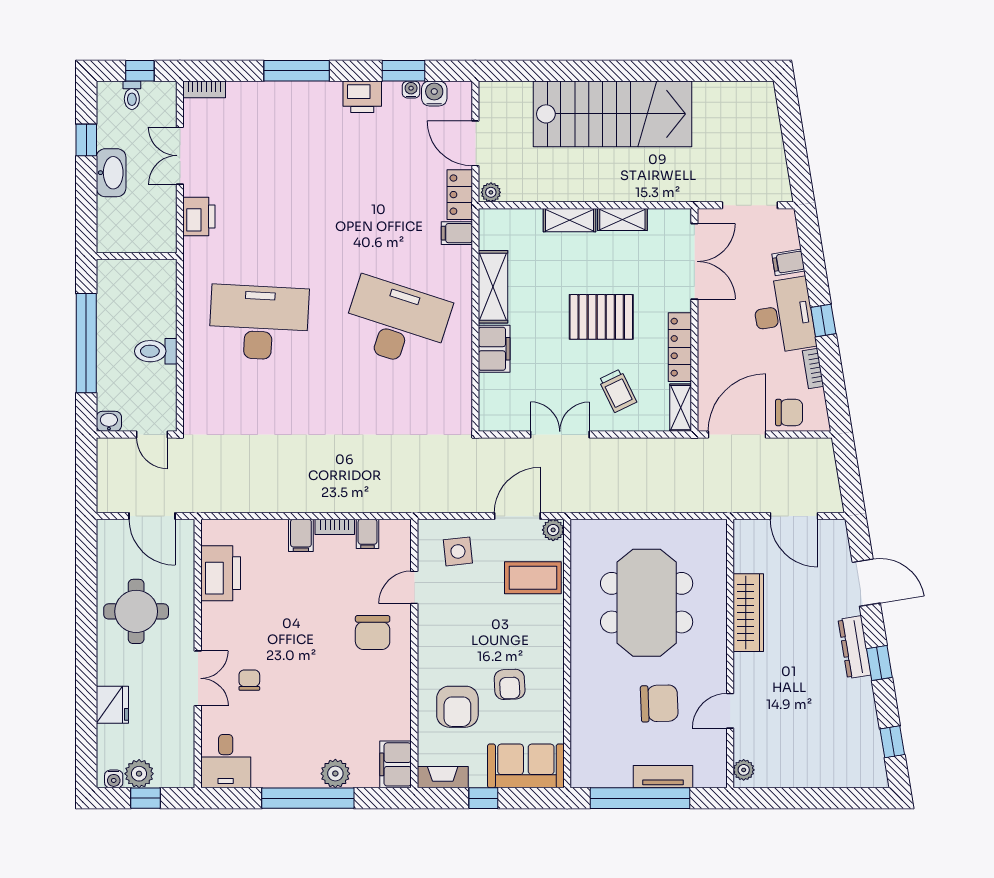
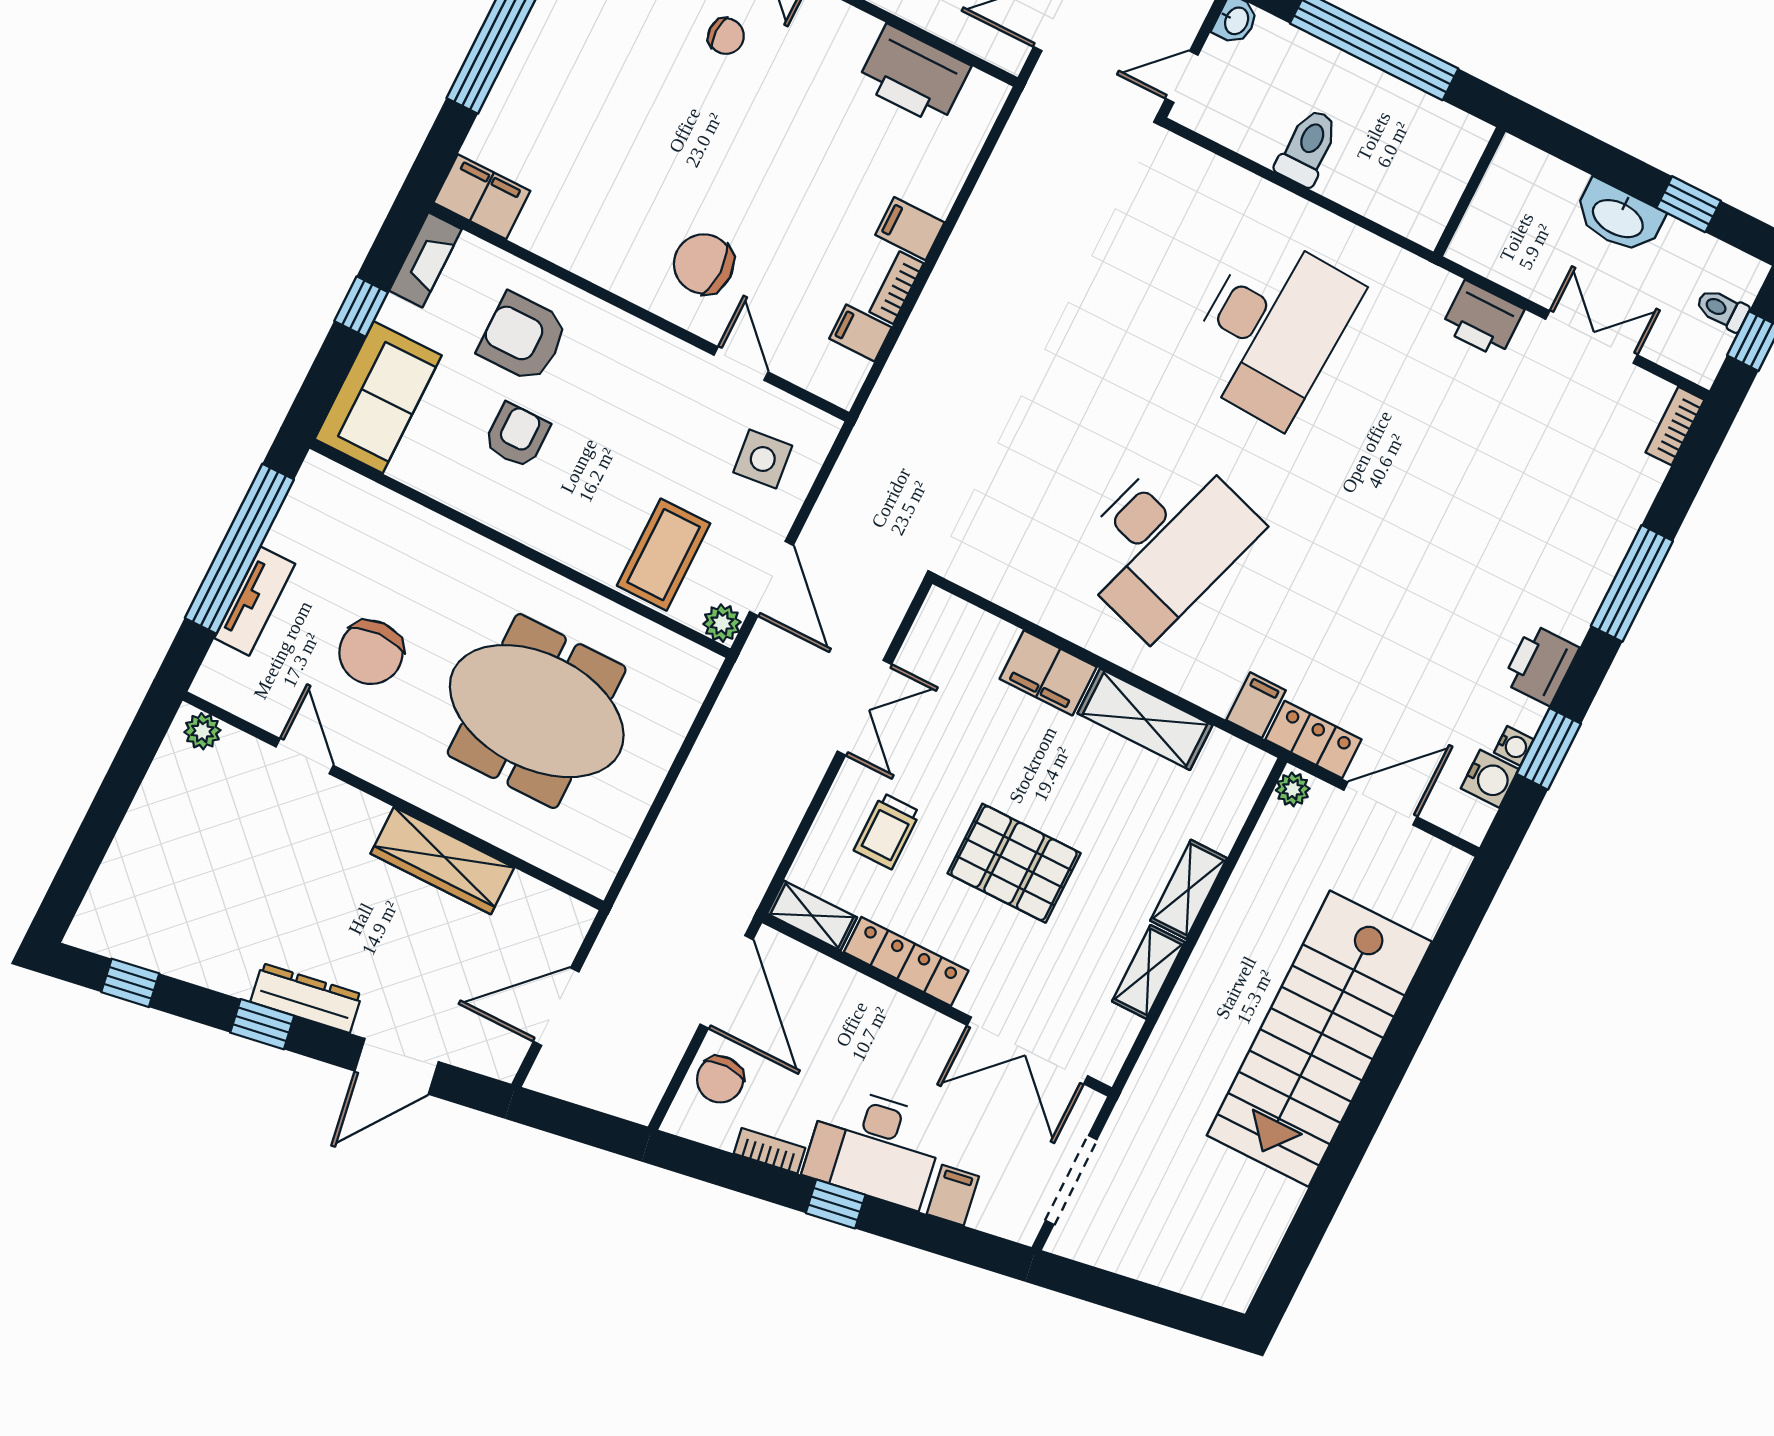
pallet: (601, 317) -> (1014, 863), turned 90
trolley: (618, 391) -> (887, 831), turned -64
armchair: (510, 684) -> (517, 435), turned 93
plant: (335, 774) -> (515, 97), removed

